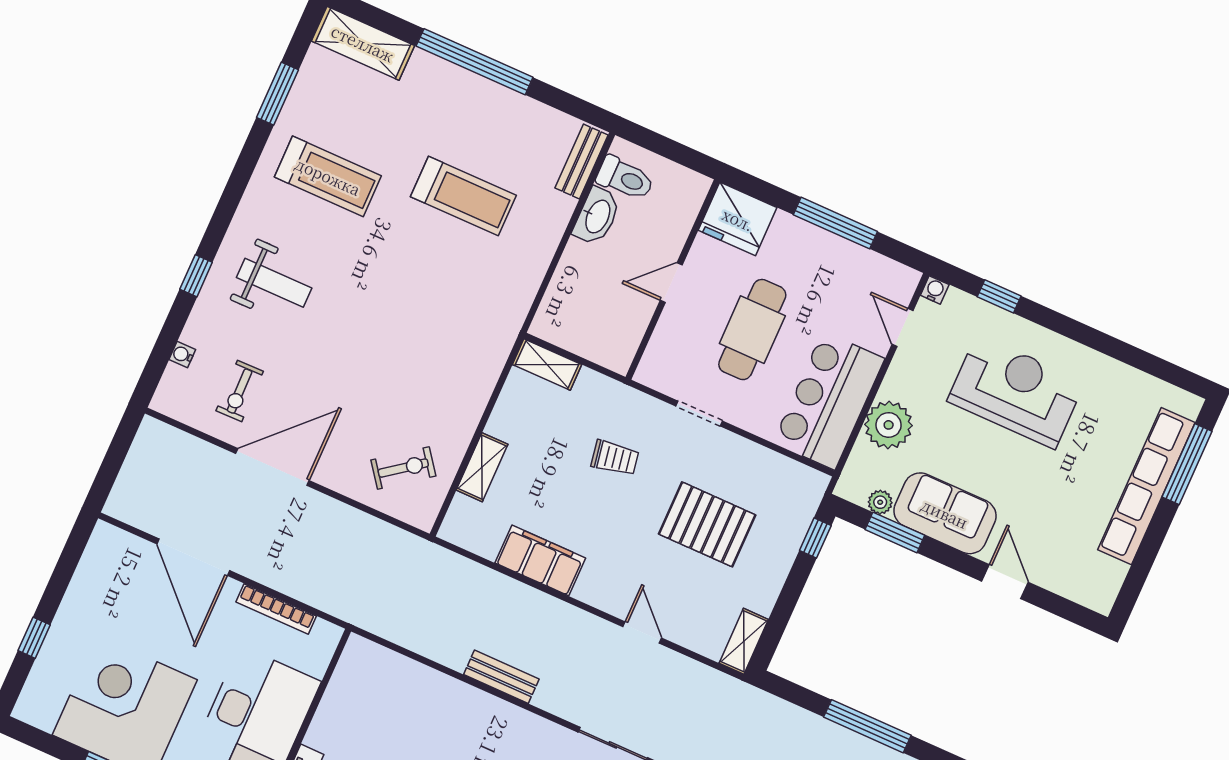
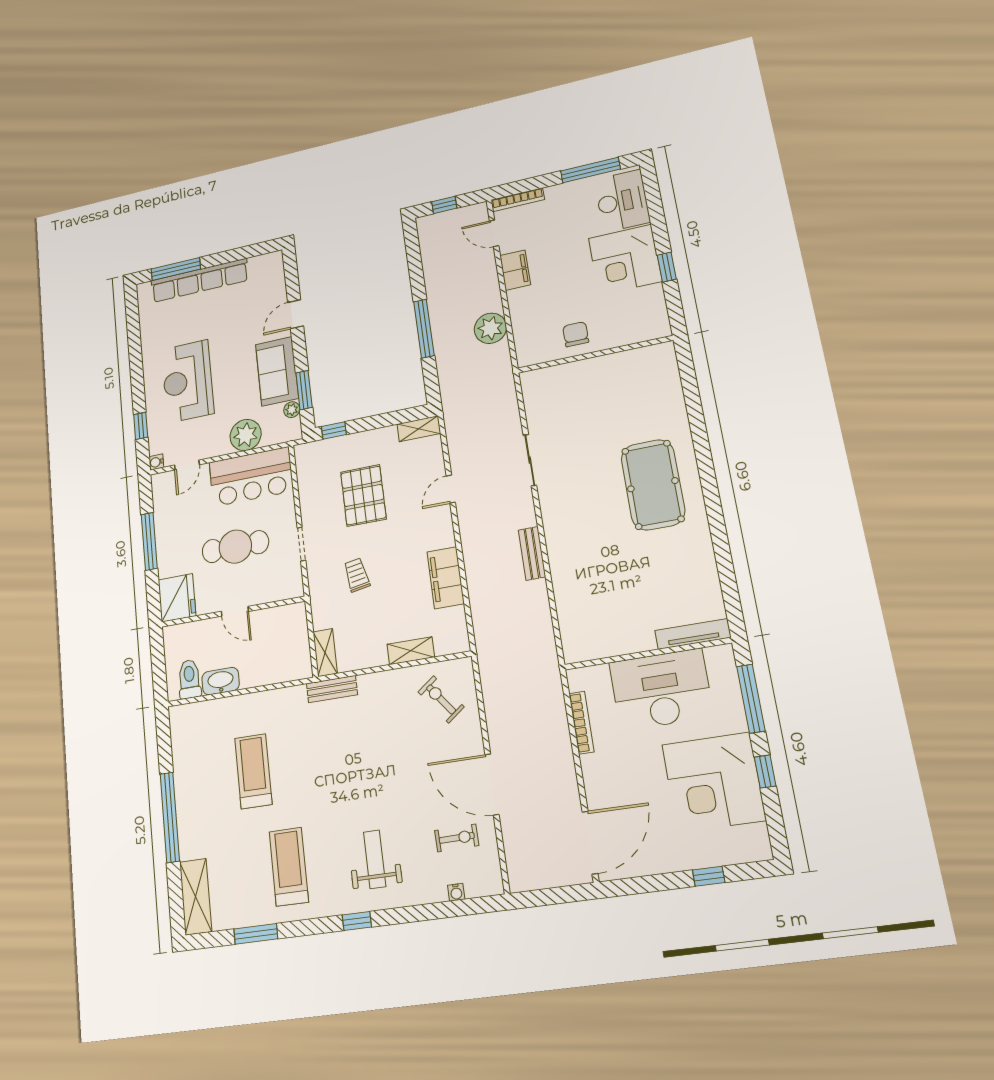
bench: (582, 162) -> (332, 689), moved
window: (196, 276) -> (357, 921), moved
door: (193, 557) -> (590, 843), moved

